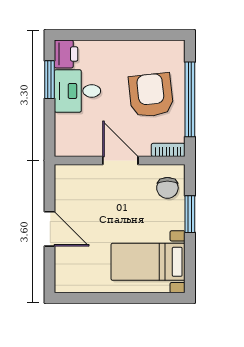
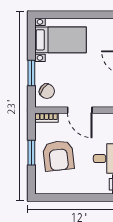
window: (190, 99) -> (31, 153), width x0.47
chair: (167, 188) -> (47, 91), turned 126

